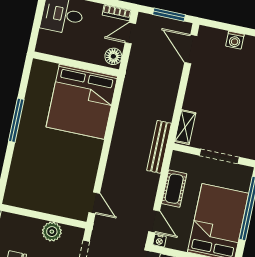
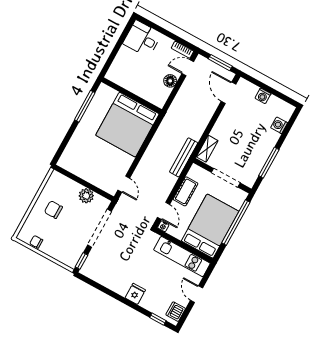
wall: (76, 64) -> (132, 96), moved
bed: (82, 102) -> (127, 125), moved

